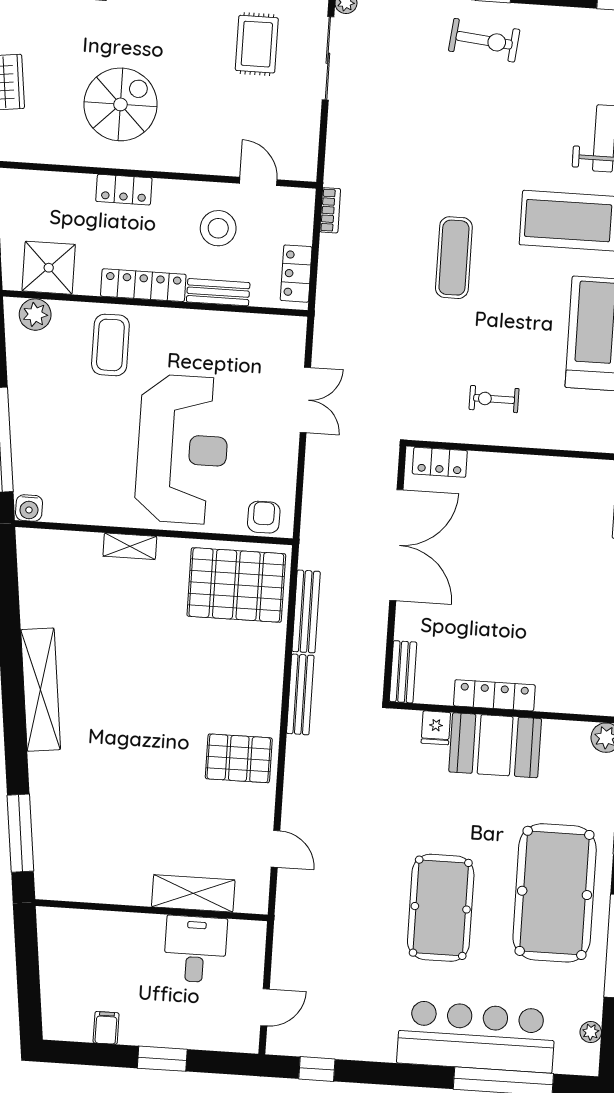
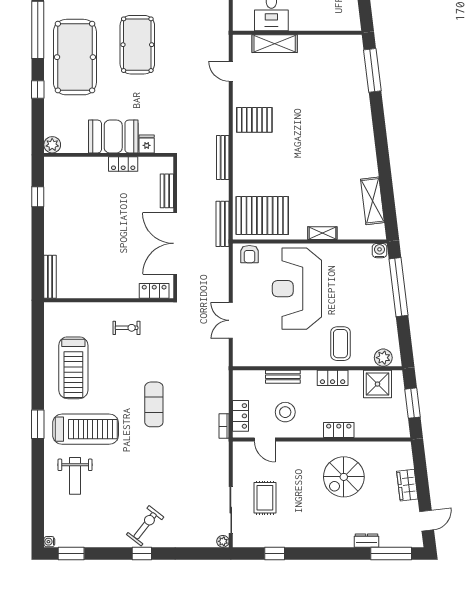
exercise bike: (484, 40) -> (145, 526), turned 122
rug: (257, 44) -> (265, 498), moved
locker: (296, 274) -> (240, 416), moved
locker: (143, 285) -> (333, 378), width x0.66
bench: (306, 611) -> (223, 224), moved
bench: (403, 672) -> (167, 191), moved
shelving: (41, 690) -> (373, 201), moved, width x0.68
locker: (494, 695) -> (123, 164), width x0.66

